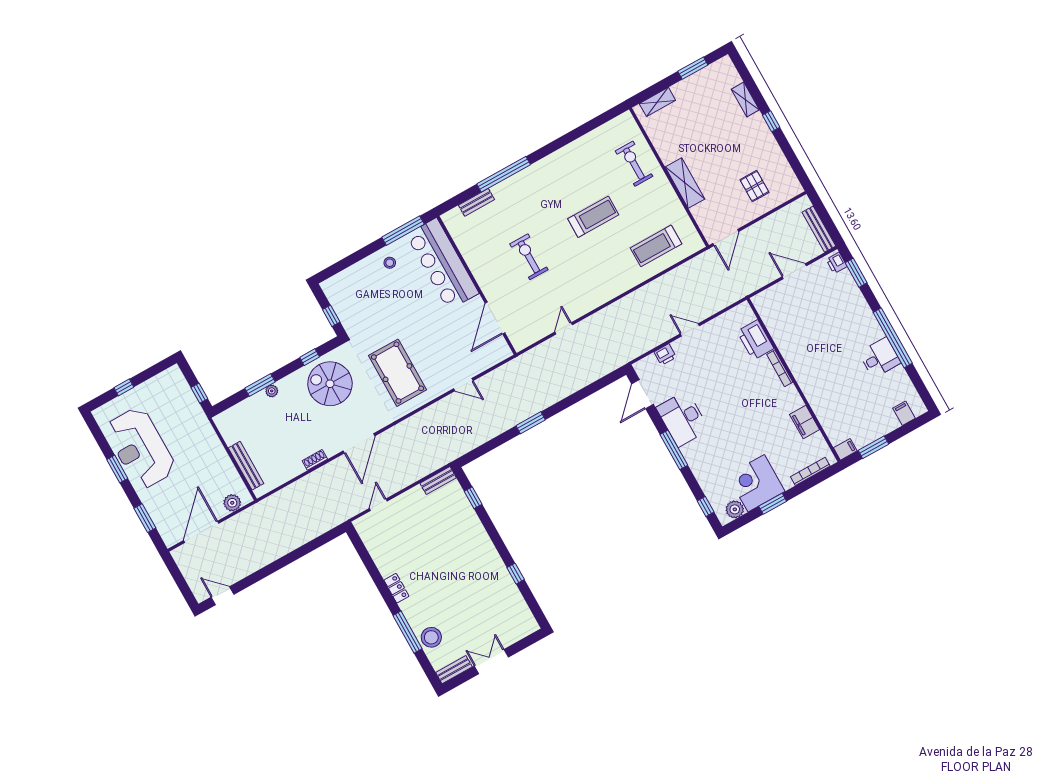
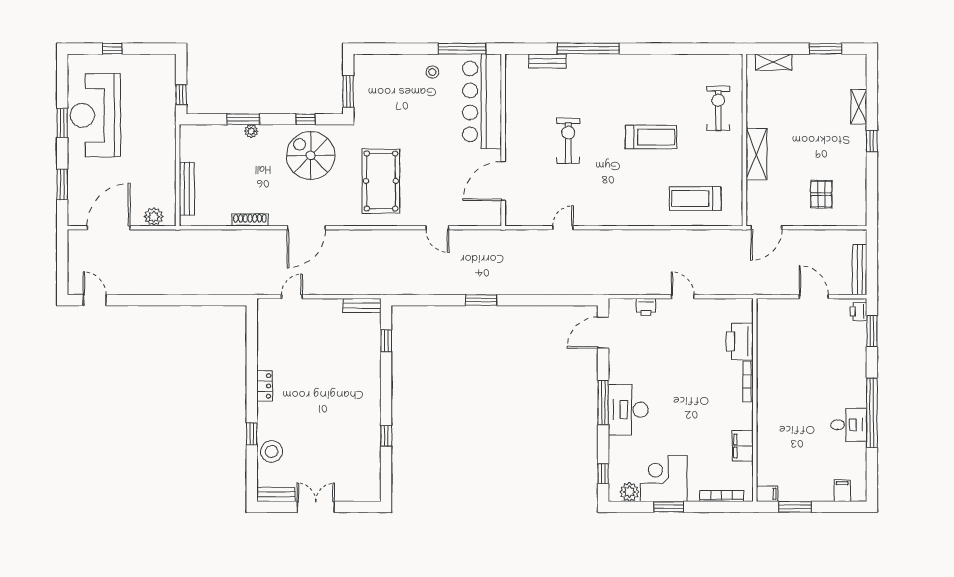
window: (331, 316) -> (348, 91), width x1.50
desk: (683, 419) -> (628, 410), moved
shoe rack: (315, 460) -> (250, 220), width x1.43
window: (408, 632) -> (252, 434), width x0.46

